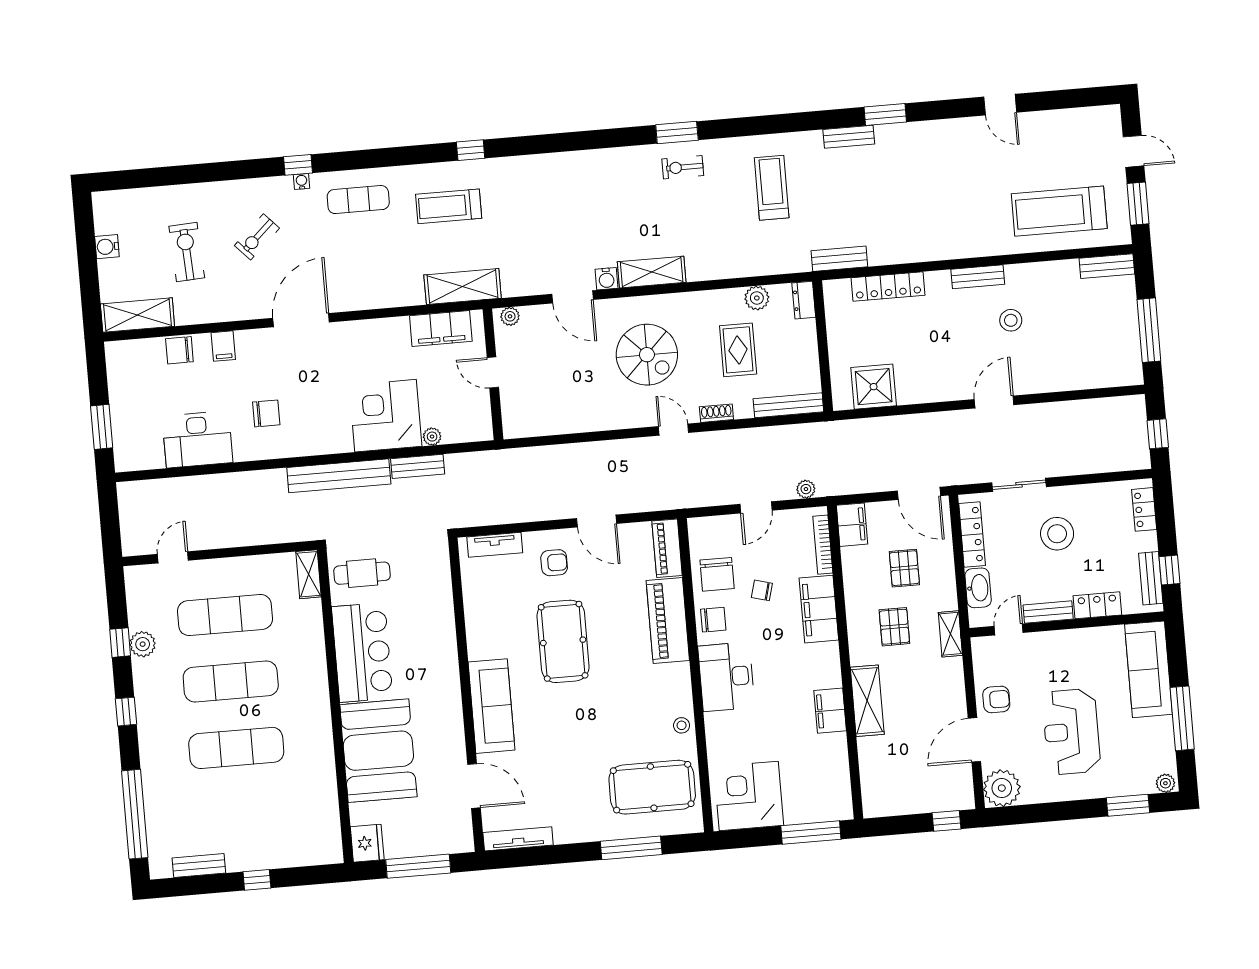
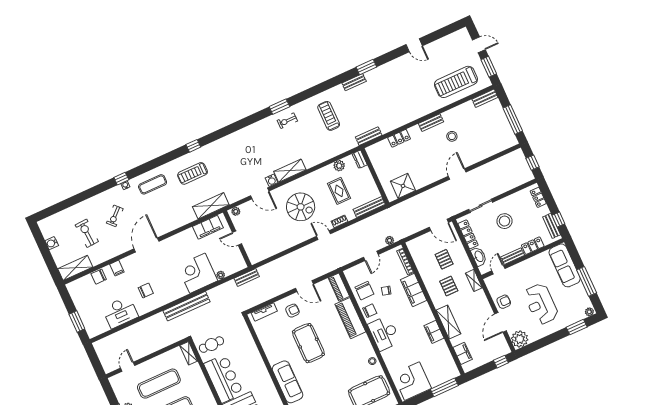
locker: (888, 287) -> (399, 138), width x0.66
bench: (418, 466) -> (247, 277), moved
filing cabinet: (852, 525) -> (463, 353), moved

